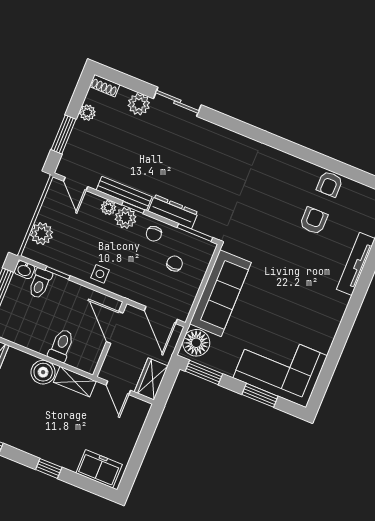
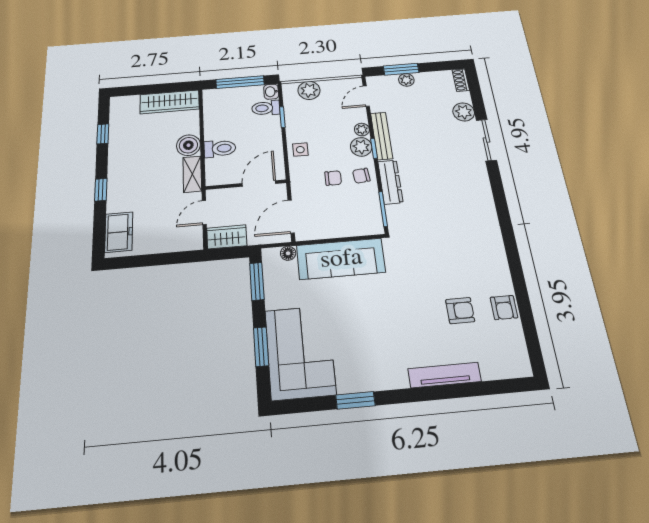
plant: (87, 113) -> (406, 80), moved
armchair: (330, 184) -> (504, 308), turned -90
chair: (175, 264) -> (333, 178), moved
floor lamp: (196, 343) -> (288, 253), width x0.53, depth x0.53
window: (339, 343) -> (355, 400), added

